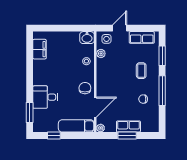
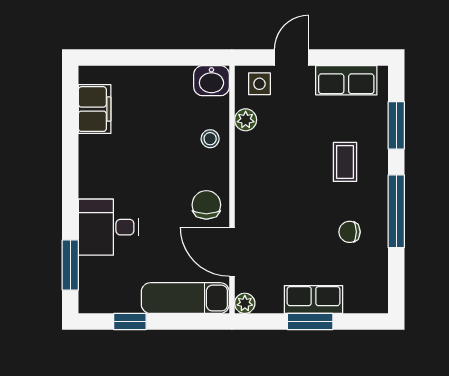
door: (95, 107) -> (232, 252), swing flipped

